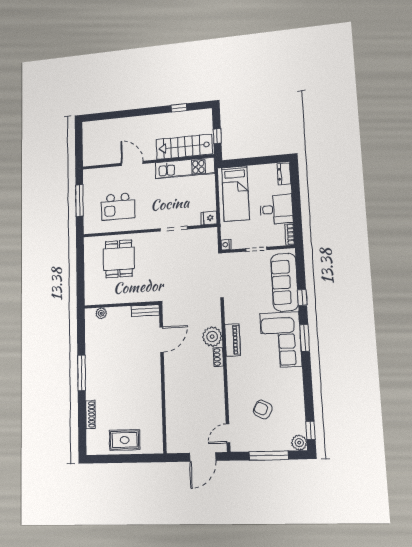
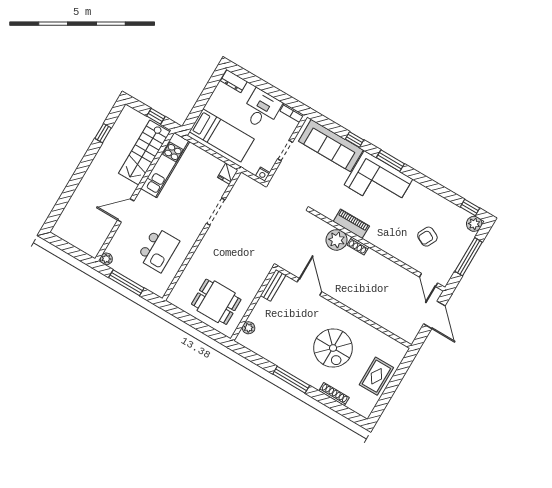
plant: (88, 174) -> (106, 259), added
dining table: (119, 259) -> (216, 302), moved
spiral stairs: (126, 390) -> (333, 348), added

